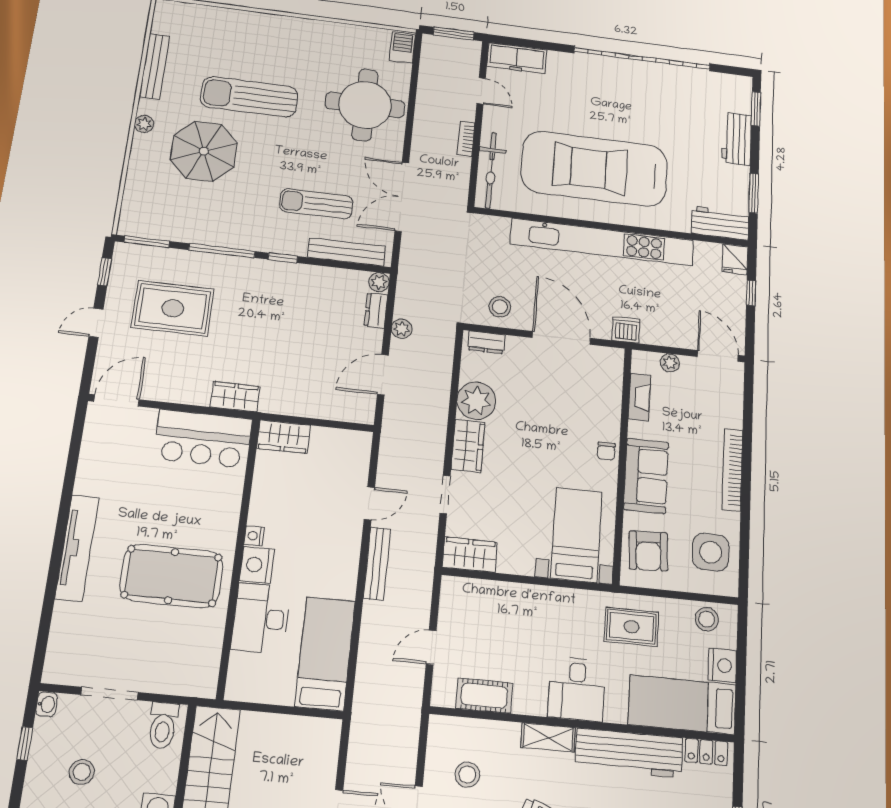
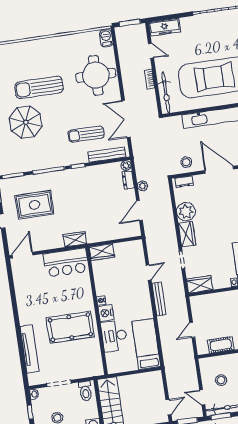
tv unit: (77, 548) -> (29, 349), moved

